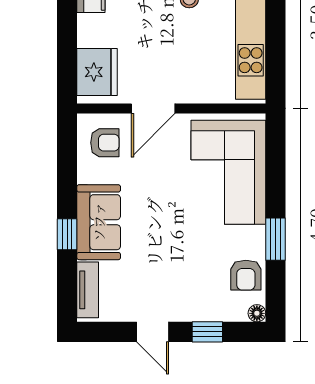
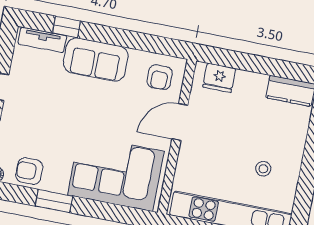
fridge: (97, 72) -> (219, 78), width x0.73, depth x0.75
door: (153, 108) -> (180, 122), hinge flipped
window: (67, 234) -> (66, 27), moved

